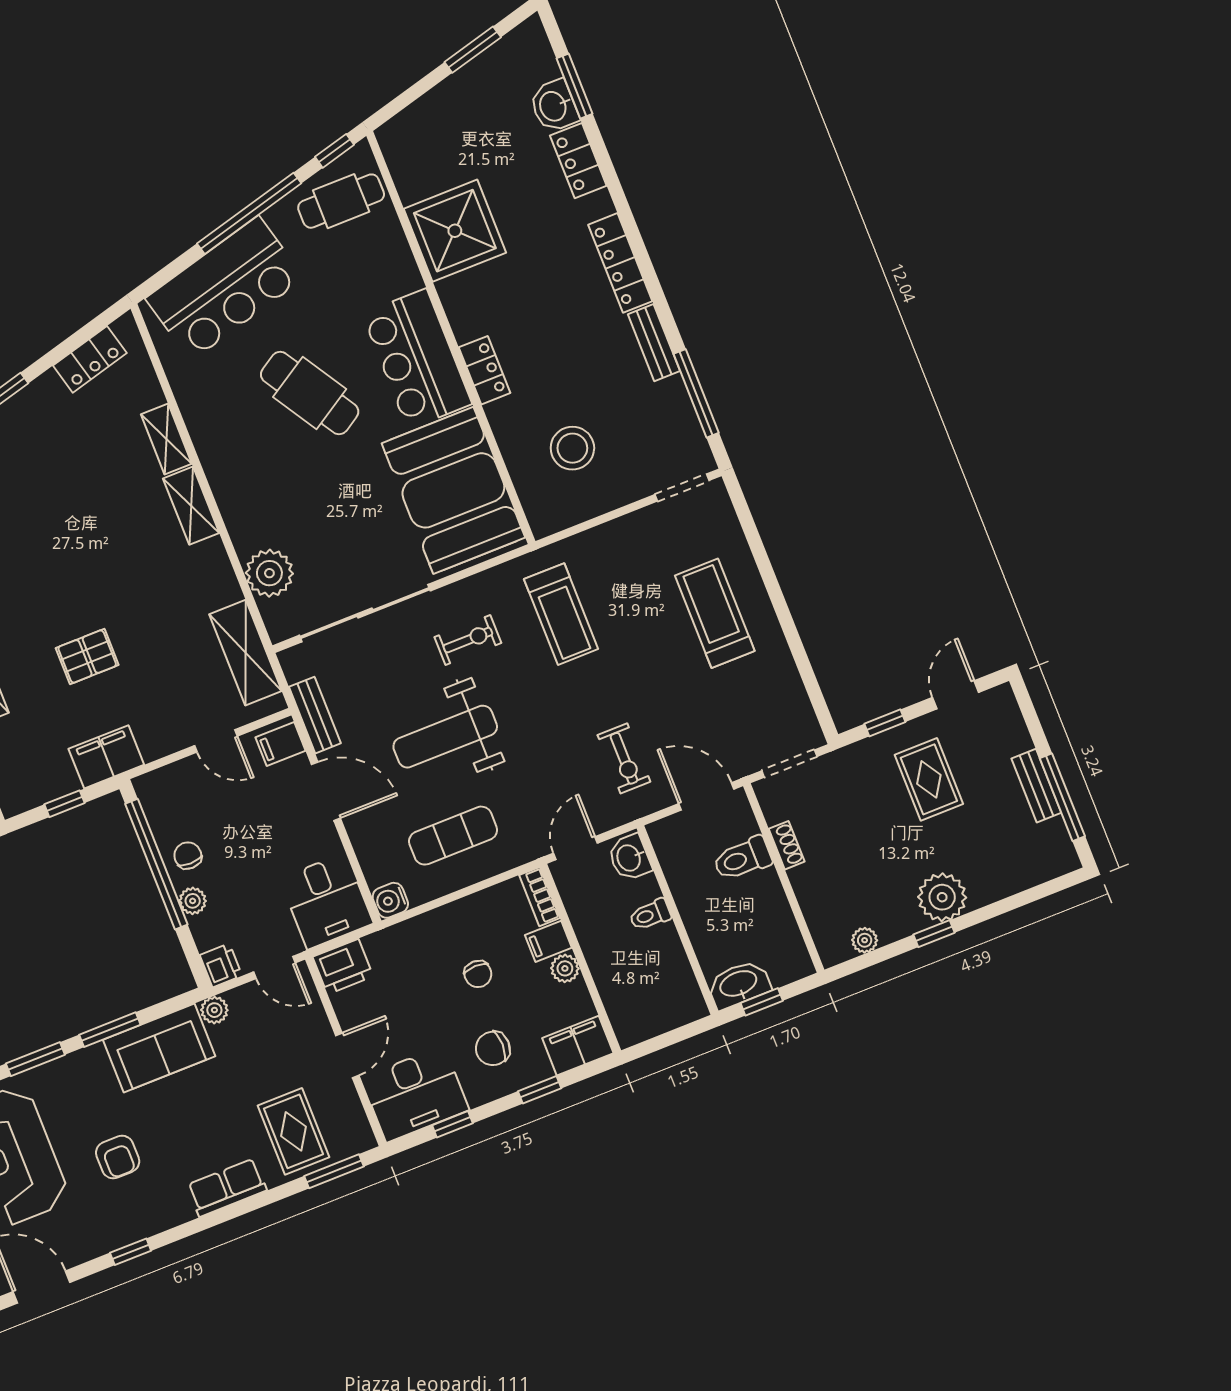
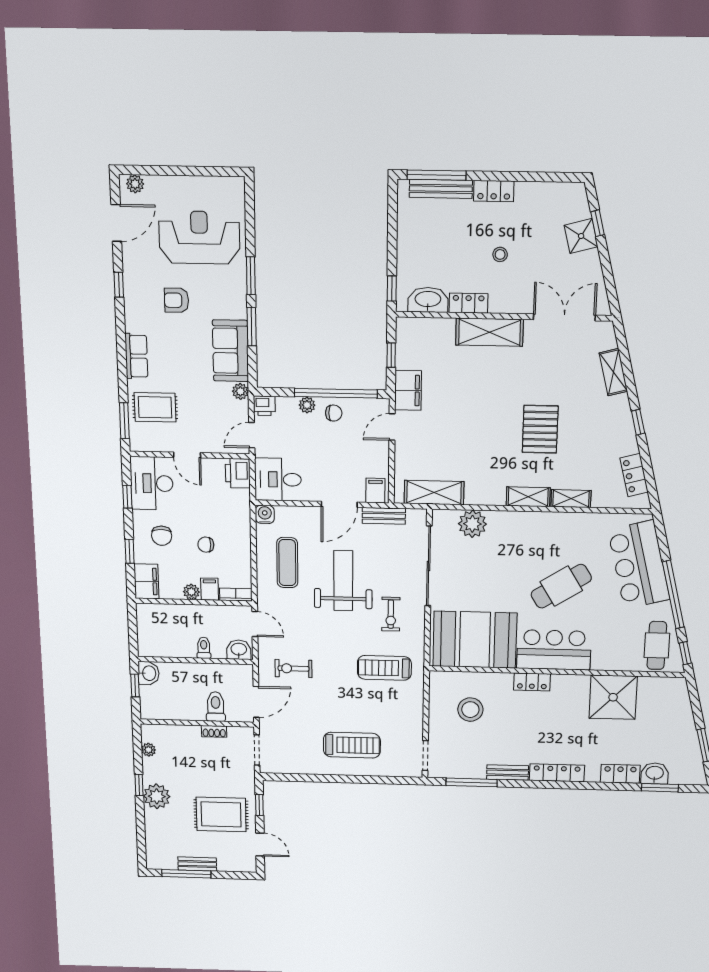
pallet: (87, 656) -> (540, 429), moved, width x1.50, depth x1.42
door: (216, 741) -> (392, 427), moved
rug: (929, 779) -> (221, 814), width x1.36, depth x1.43
washbasin: (739, 984) -> (149, 673), width x0.72
chair: (493, 1048) -> (162, 536), turned 180

